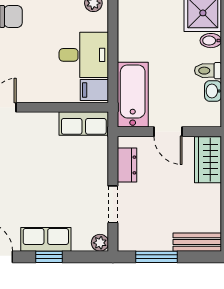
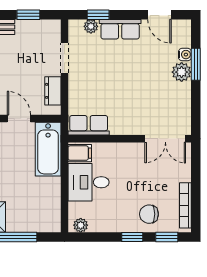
plant: (100, 243) -> (91, 26), moved
window: (49, 257) -> (98, 15), moved
window: (156, 257) -> (28, 15), width x0.67

